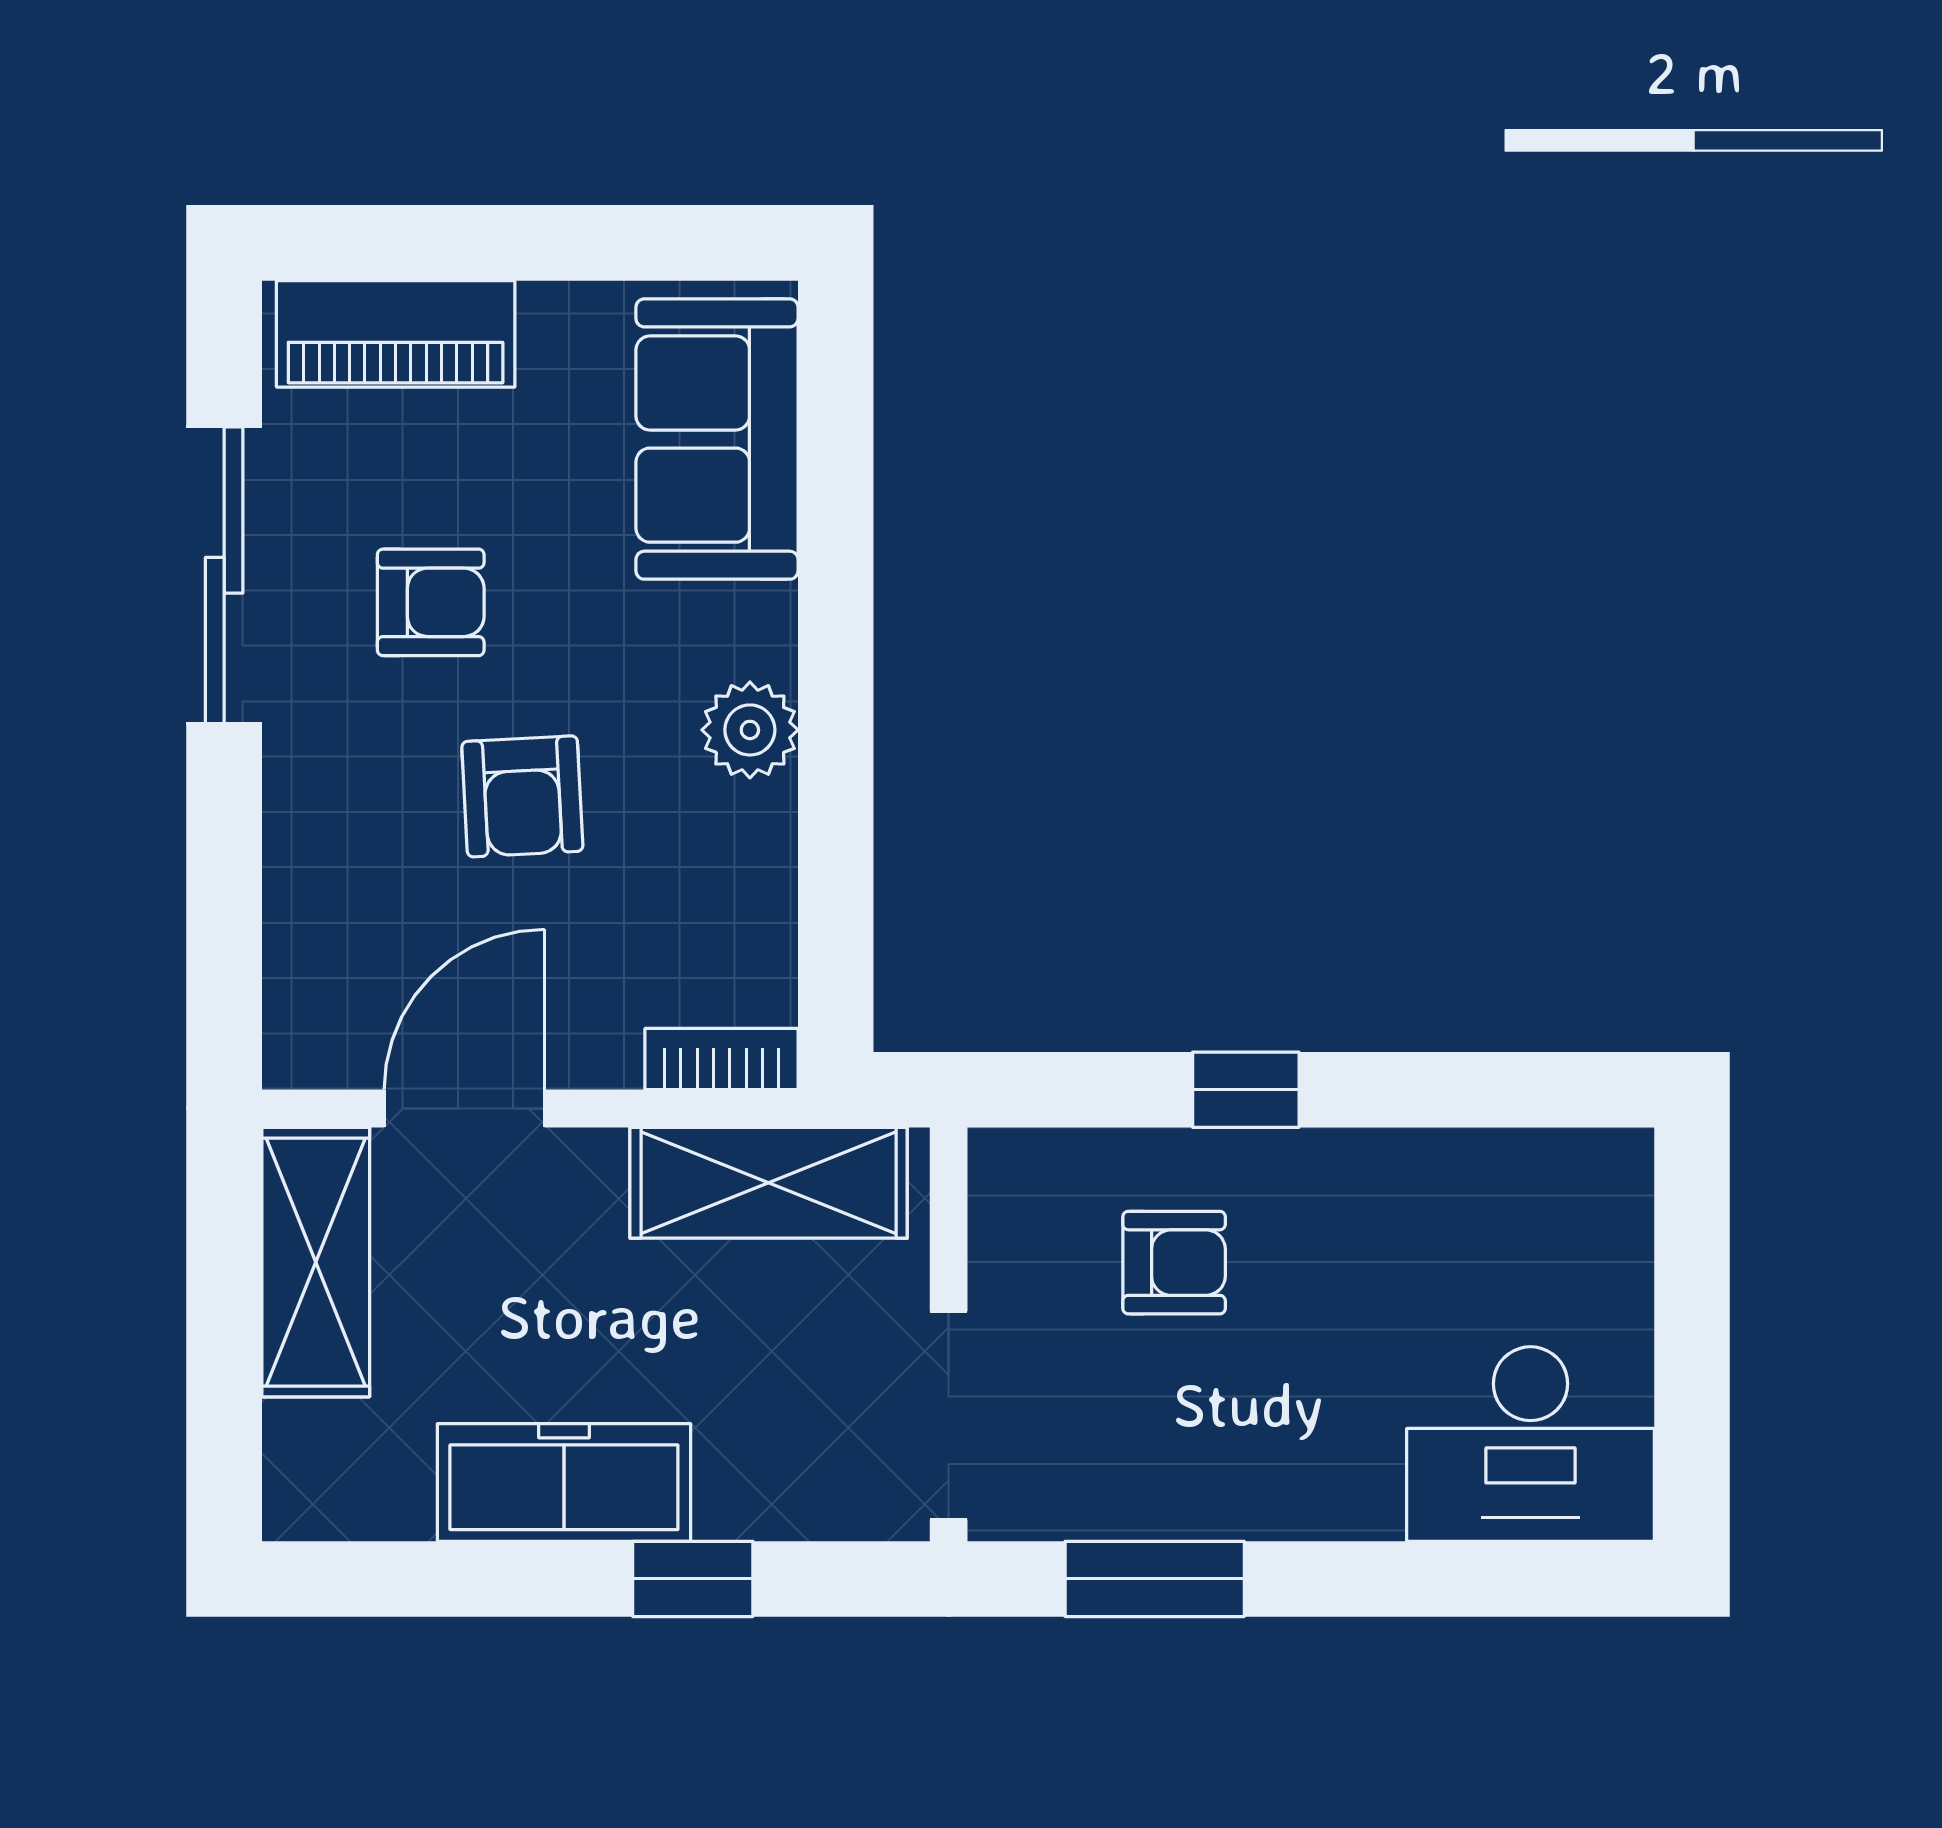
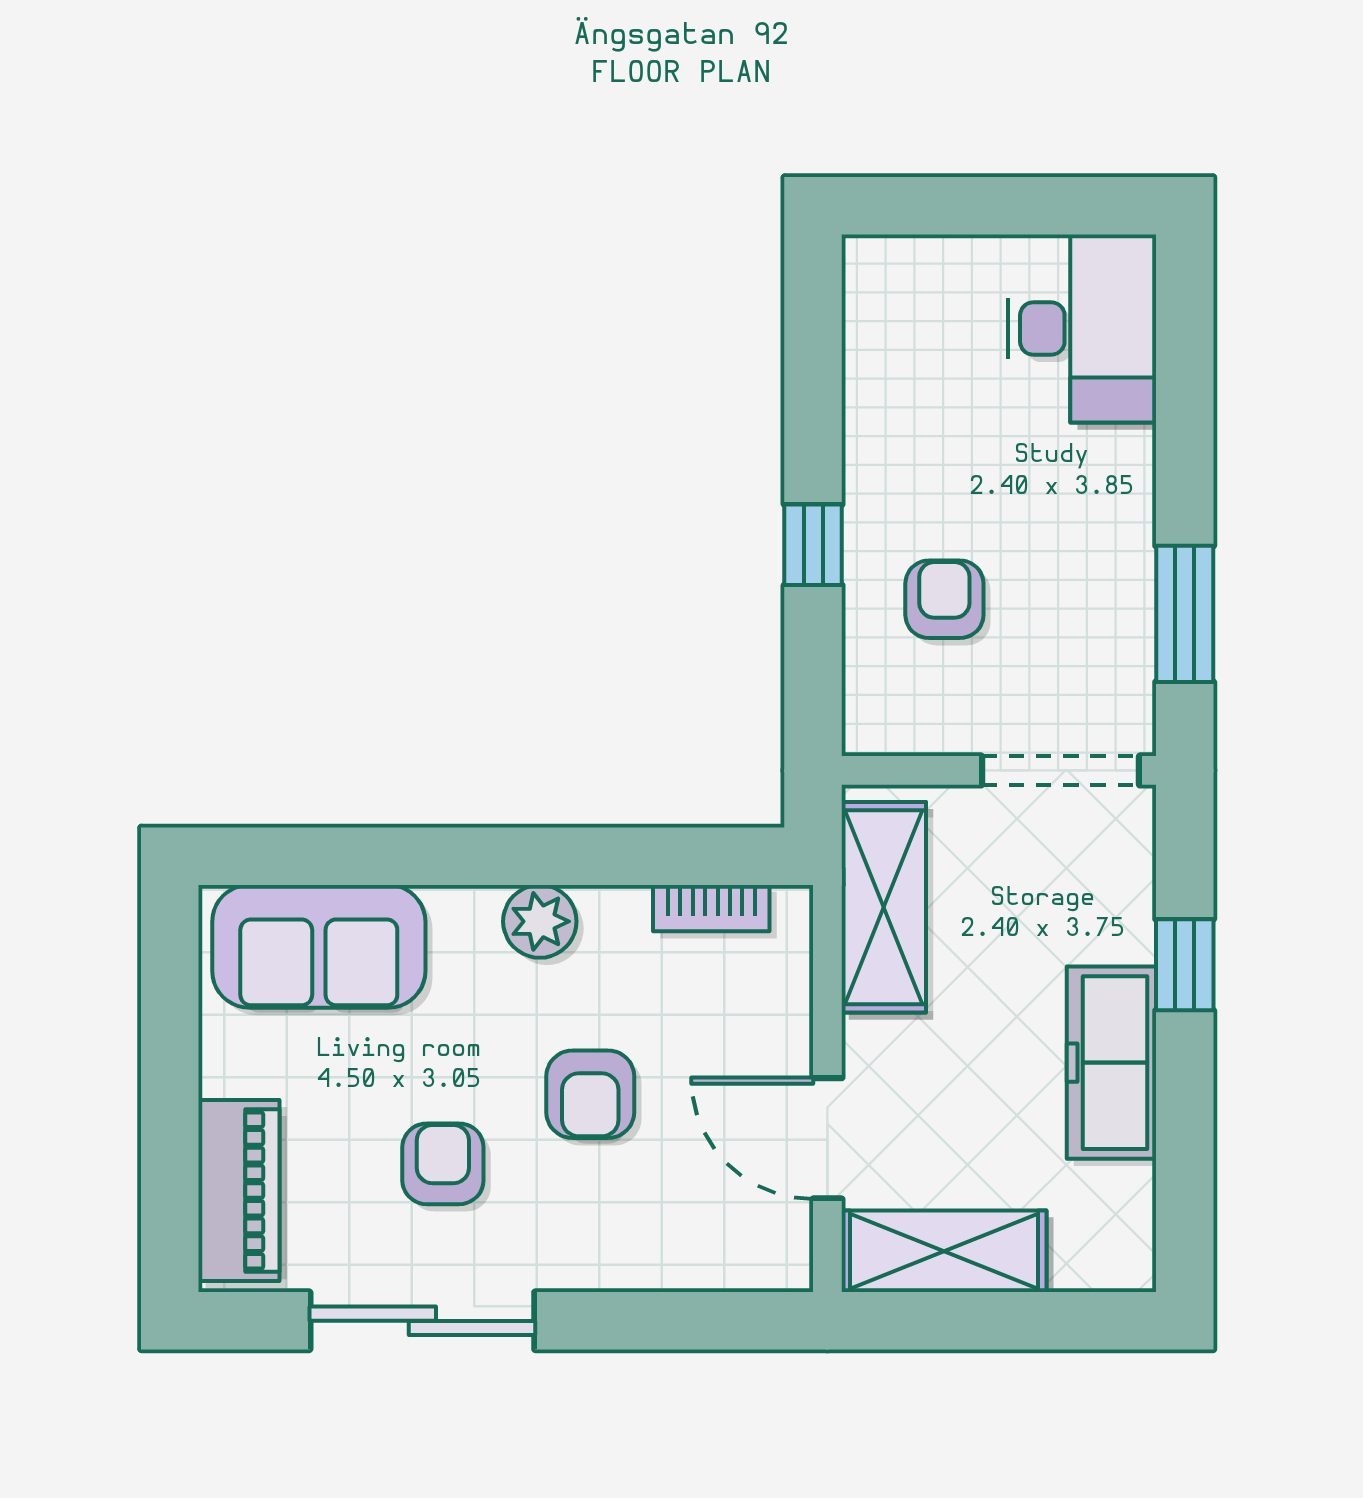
armchair: (522, 796) -> (590, 1094), turned 93
bookcase: (722, 1059) -> (711, 908), moved, turned -90

